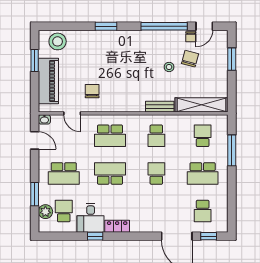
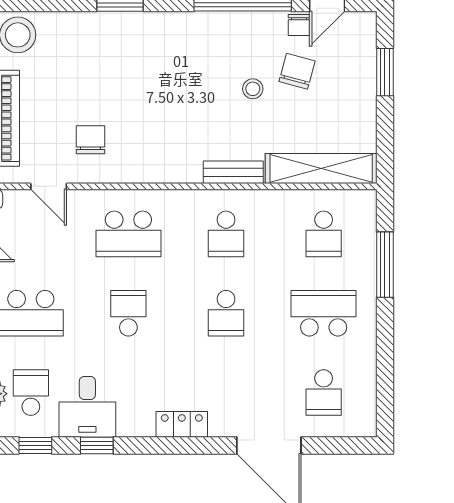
school desk: (203, 136) -> (324, 234), turned 180
school desk: (110, 173) -> (128, 313), width x0.54
school desk: (156, 173) -> (226, 313), turned 180
school desk: (203, 173) -> (324, 313), turned 180
locker: (117, 226) -> (182, 424), moved
window: (209, 236) -> (35, 445), moved

